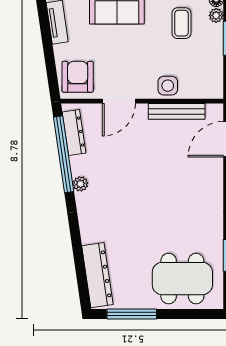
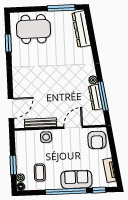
dresser: (74, 133) -> (96, 97), moved
window: (64, 154) -> (103, 96), width x0.68

